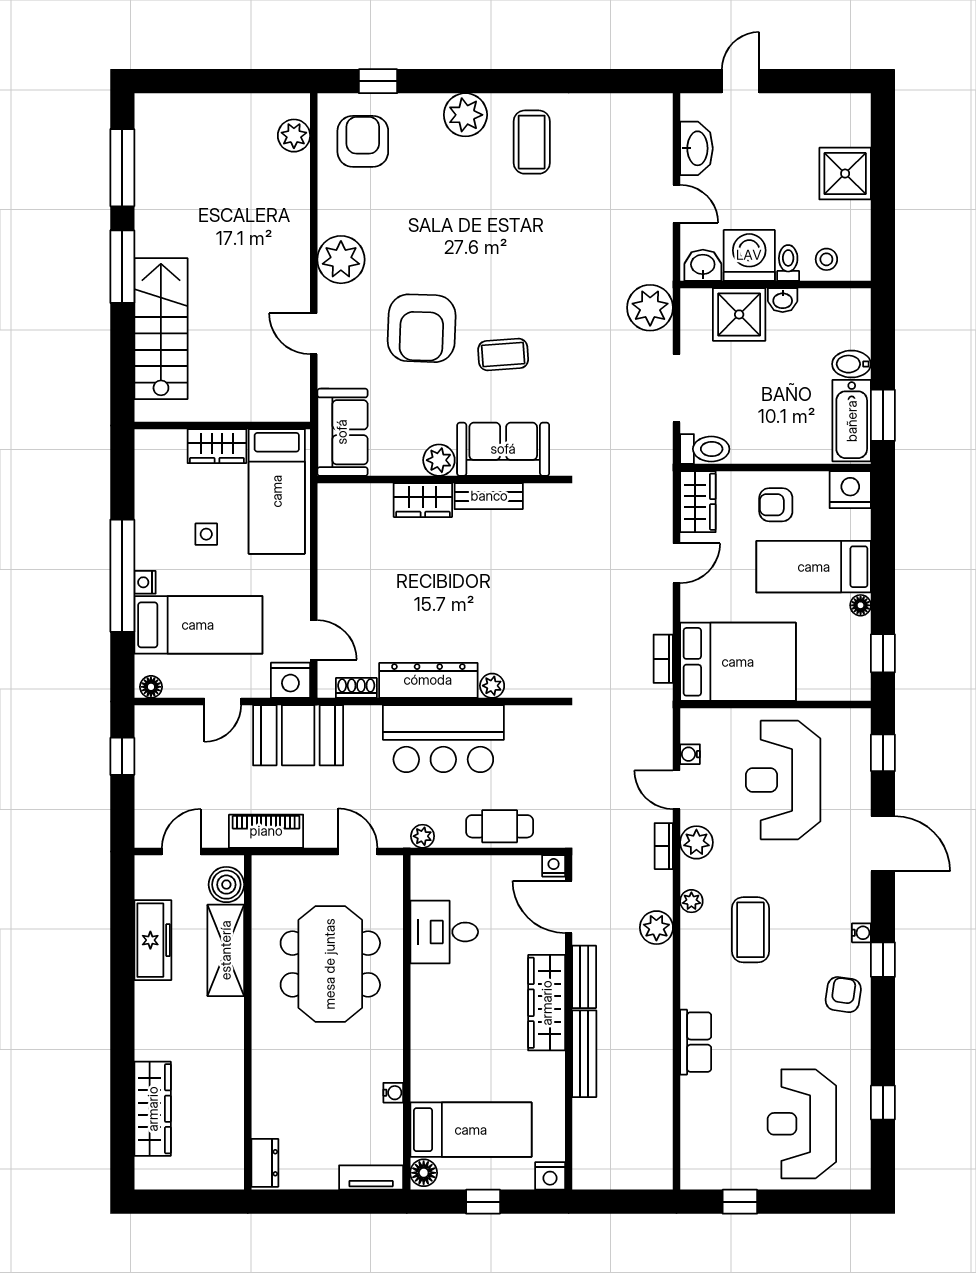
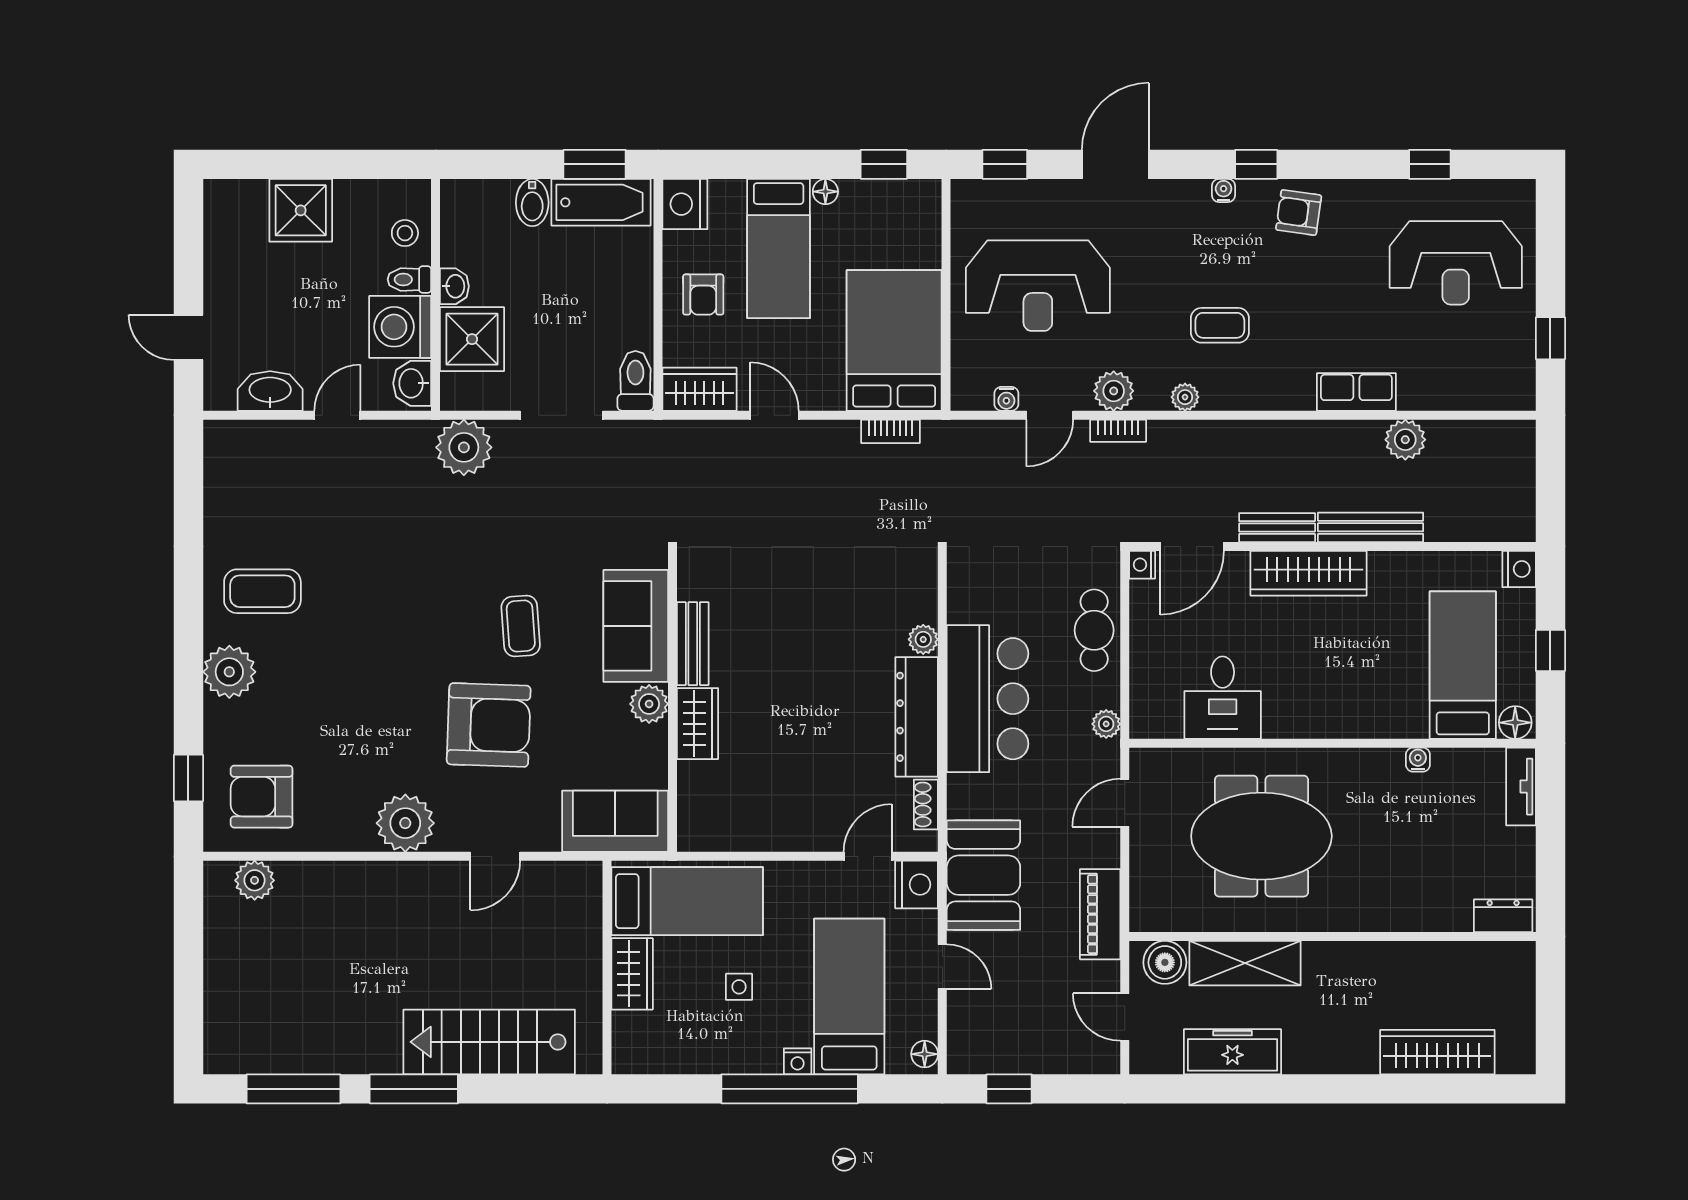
plant: (656, 928) -> (1405, 440), moved
coffee table: (750, 930) -> (1220, 325), width x0.73, depth x0.77

